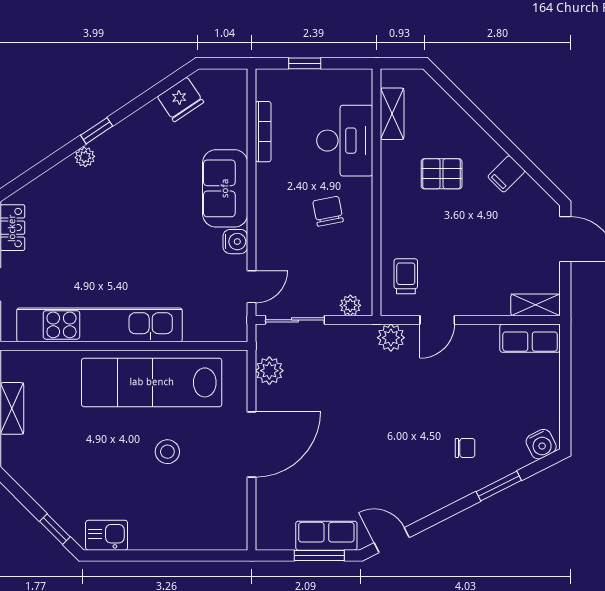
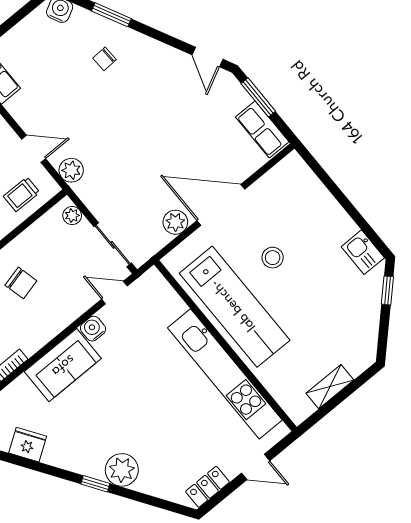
plant: (85, 157) -> (122, 470), width x1.87, depth x1.87
chair: (328, 211) -> (21, 283), turned -93
plant: (269, 371) -> (175, 222), moved
chair: (465, 448) -> (104, 59), turned -92
row of seats: (326, 536) -> (262, 129), moved

